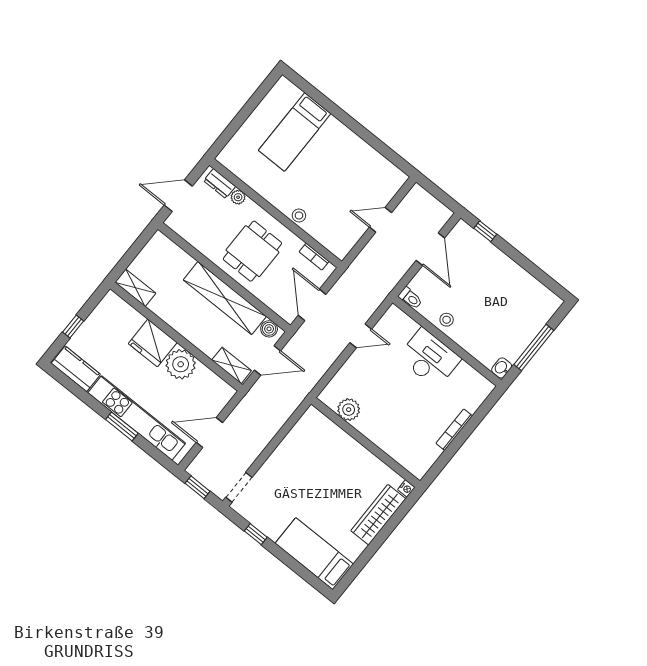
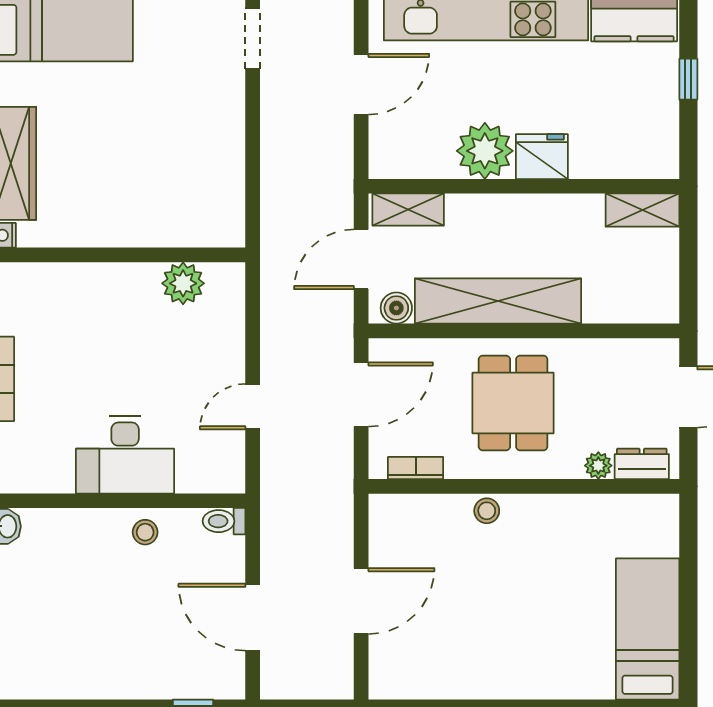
bed: (295, 132) -> (648, 629), moved
door: (380, 220) -> (361, 601), width x1.38
door: (312, 305) -> (361, 394), hinge flipped
fridge: (153, 343) -> (542, 157), width x0.73, depth x0.75

